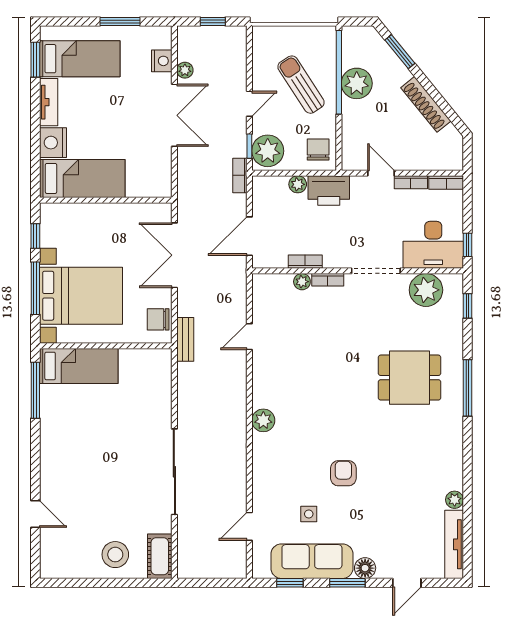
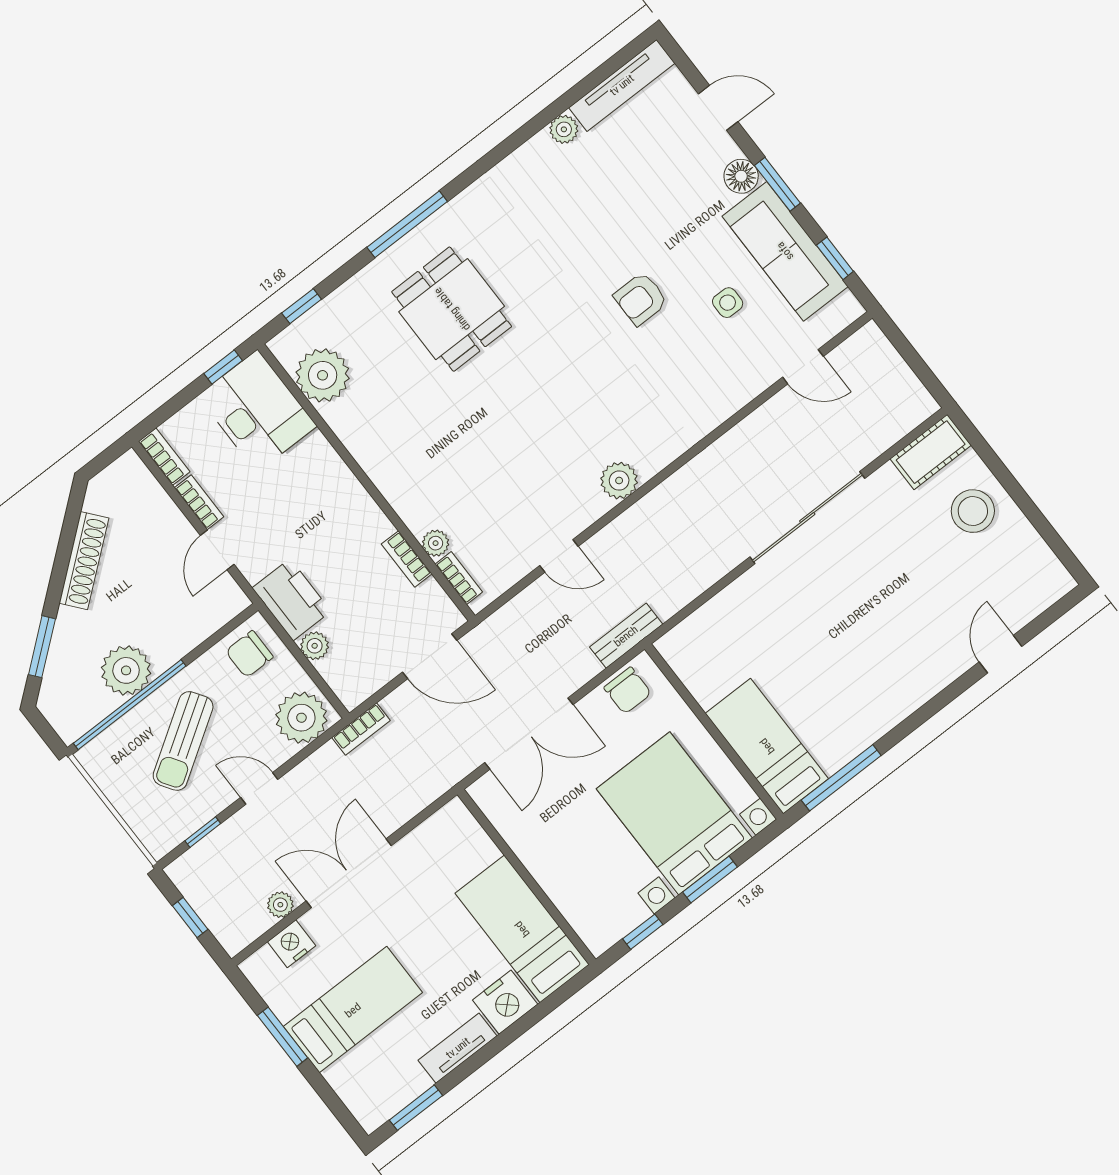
bed: (80, 59) -> (353, 1010), moved, turned 90
window: (249, 146) -> (203, 832), moved
doorway: (376, 271) -> (348, 459), removed
bookcase: (328, 280) -> (459, 578), moved
window: (35, 288) -> (710, 880), width x0.69
plant: (263, 420) -> (619, 481), moved

